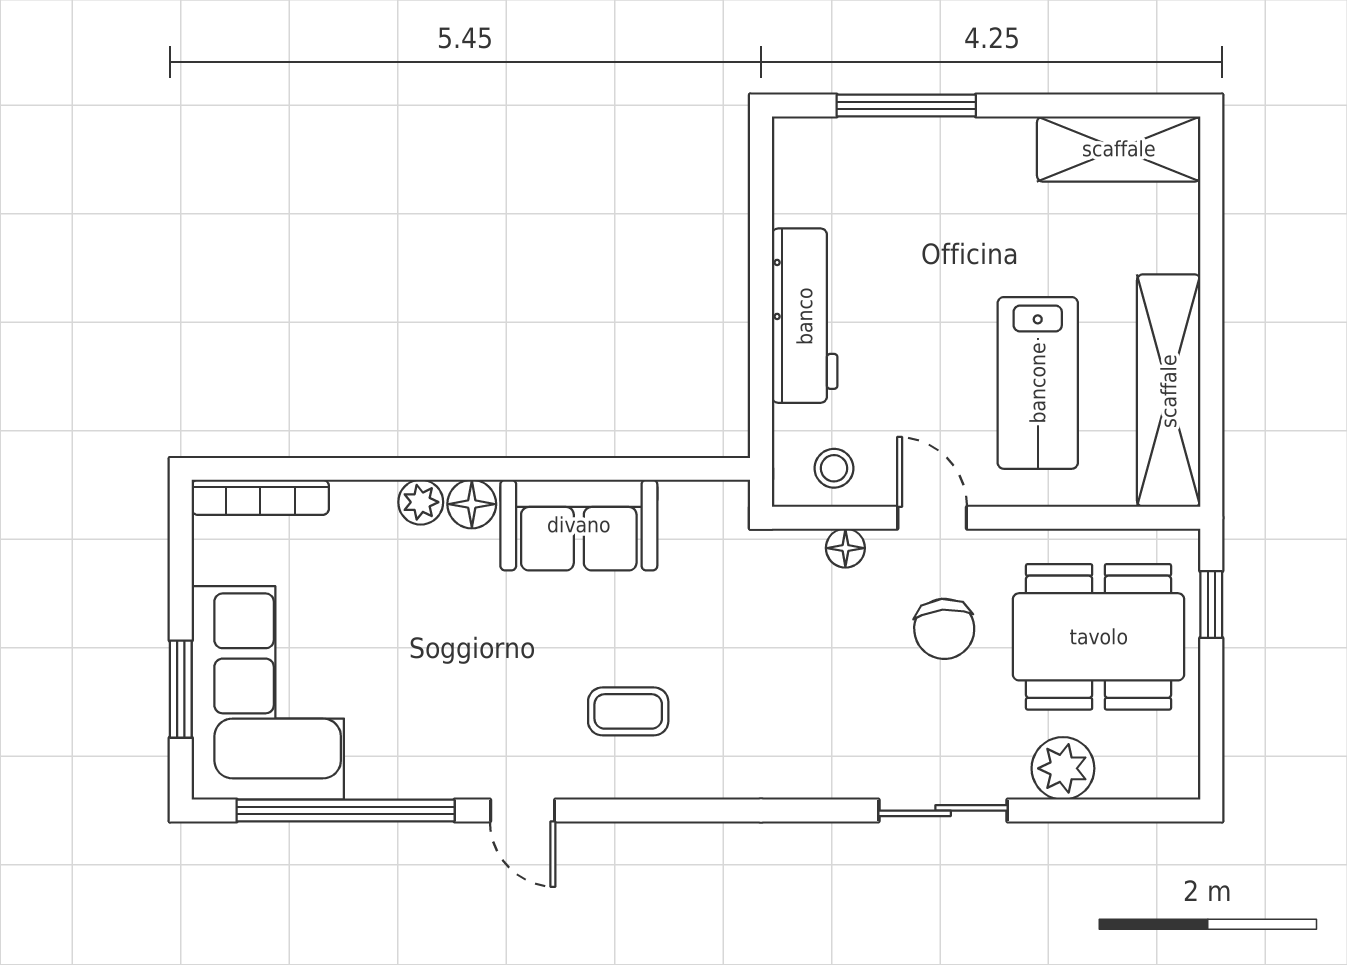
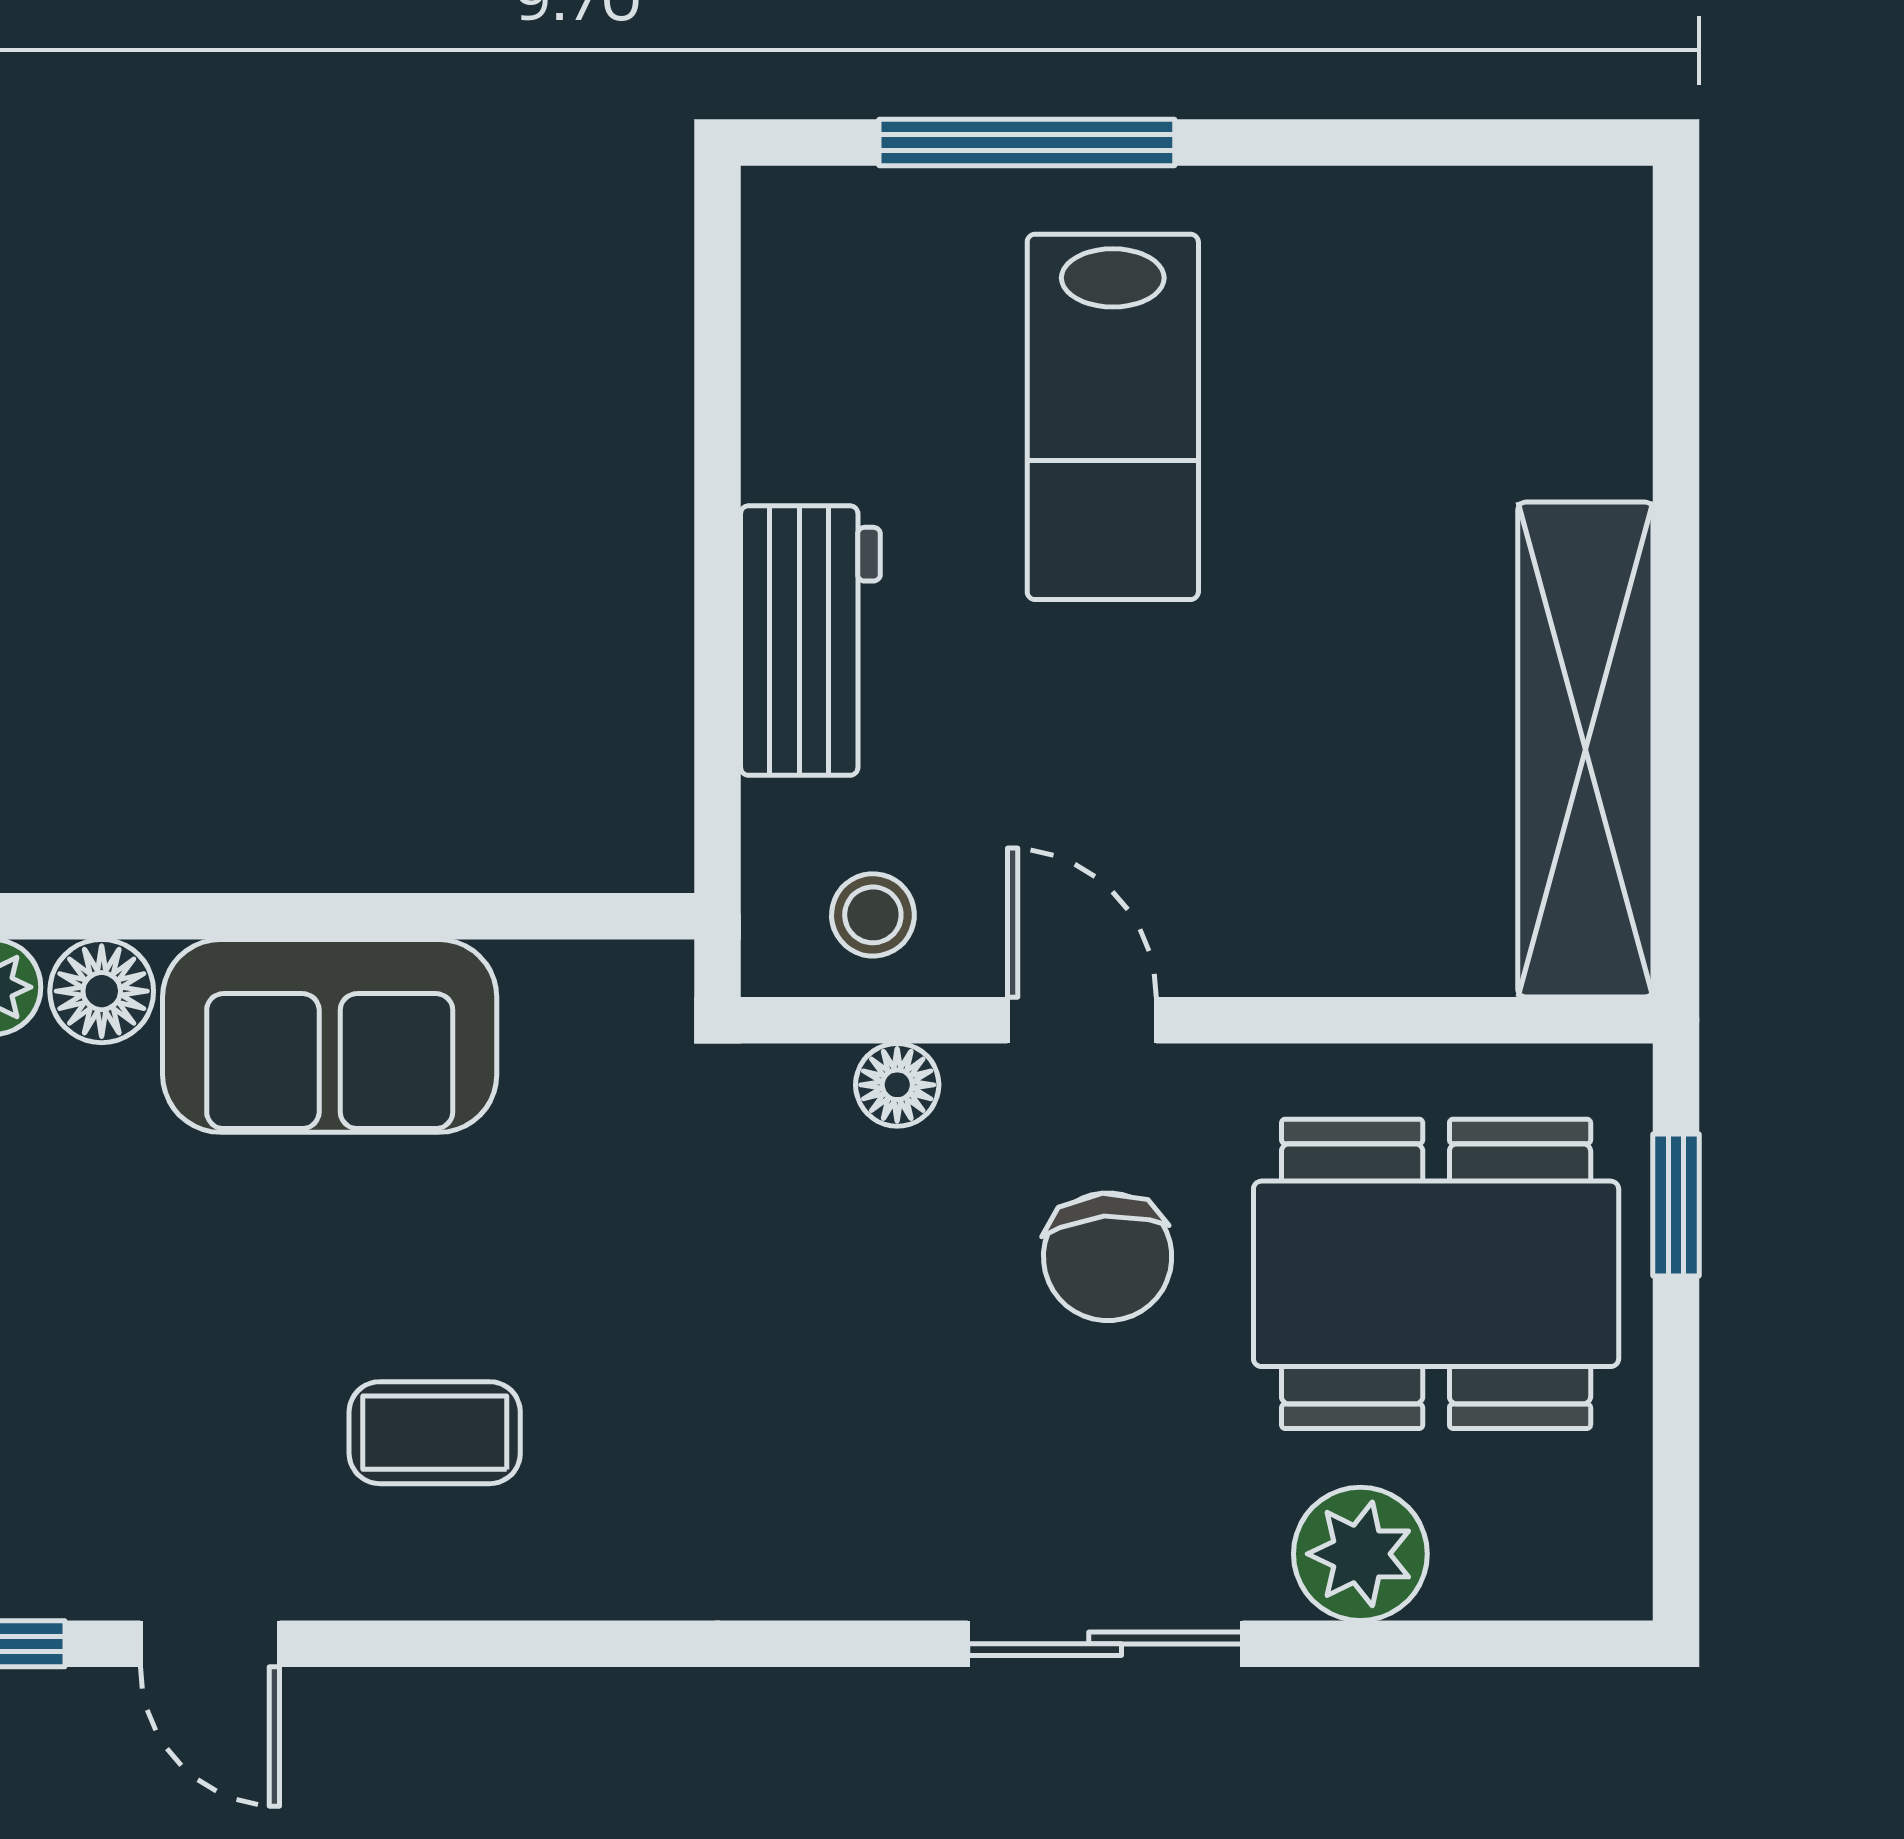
shelving: (1119, 149) -> (1479, 235), removed
workbench: (805, 316) -> (810, 641), width x0.73
lab bench: (1038, 383) -> (1113, 417), moved

